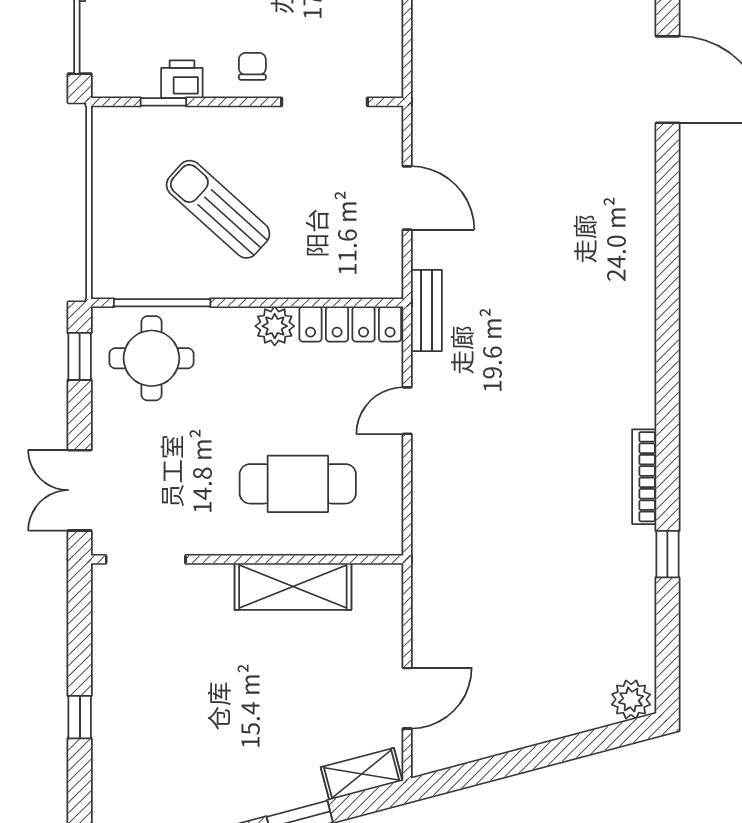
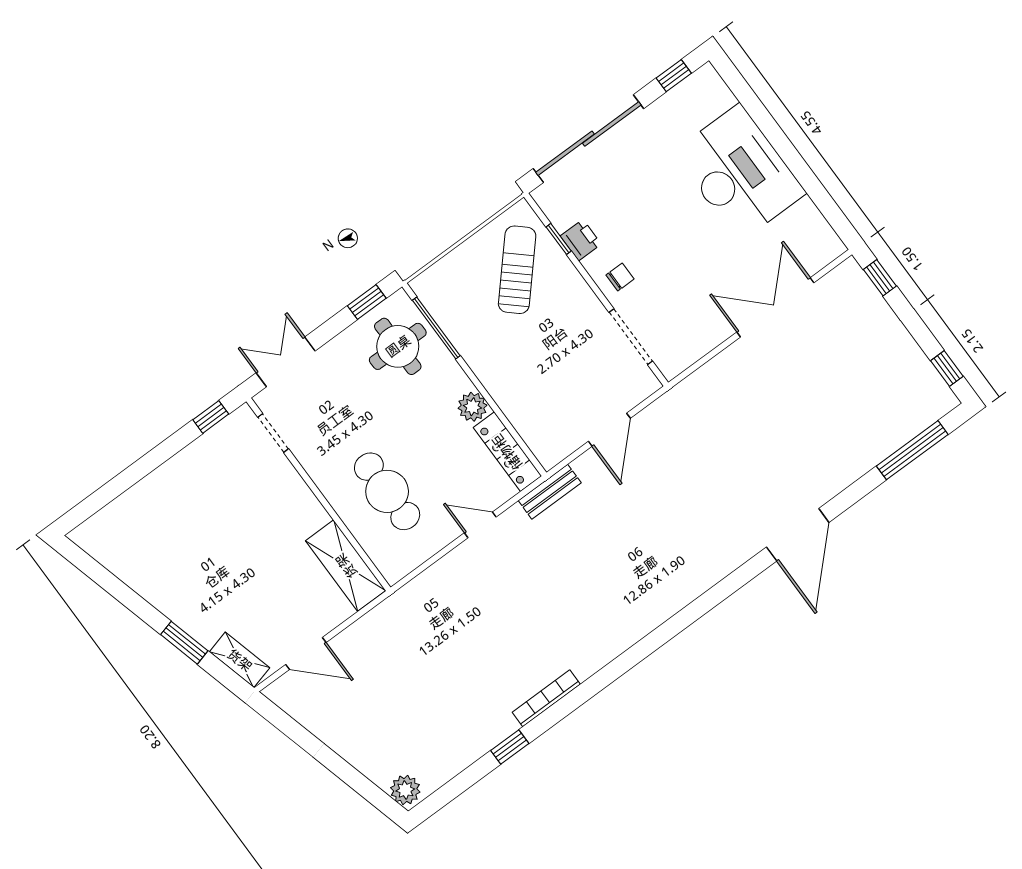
sun lounger: (218, 209) -> (517, 270), moved
doorway: (146, 559) -> (273, 433), width x0.73
shelving: (293, 587) -> (346, 566), moved
window: (80, 717) -> (211, 417), moved

